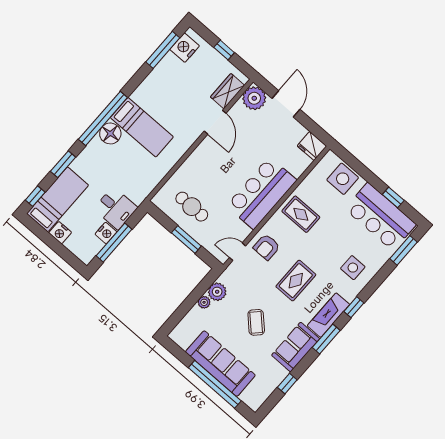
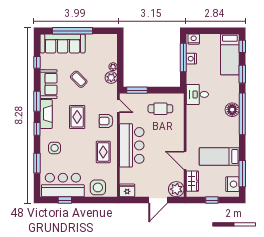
door: (286, 104) -> (158, 200), hinge flipped
bed: (142, 127) -> (219, 157), moved
desk: (115, 208) -> (197, 94), moved
rug: (301, 214) -> (103, 152), turned 90
nightstand: (60, 233) -> (194, 39), moved
window: (186, 239) -> (137, 90), moved
armchair: (267, 247) -> (106, 121), turned -90
window: (403, 250) -> (37, 163), moved
door: (237, 252) -> (118, 106), hinge flipped
sofa: (220, 364) -> (63, 43), moved

